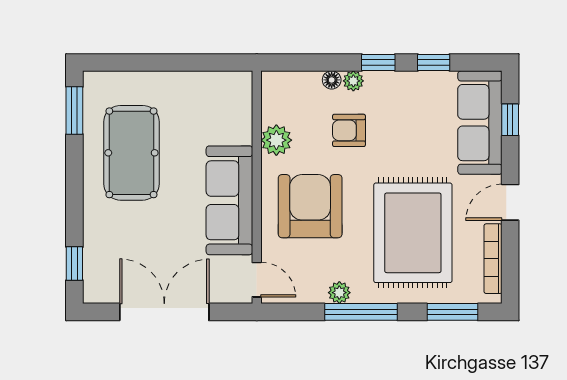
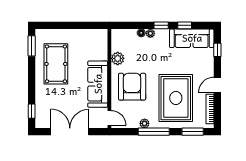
sofa: (480, 123) -> (192, 38), moved, turned -90
armchair: (349, 130) -> (149, 54), removed

